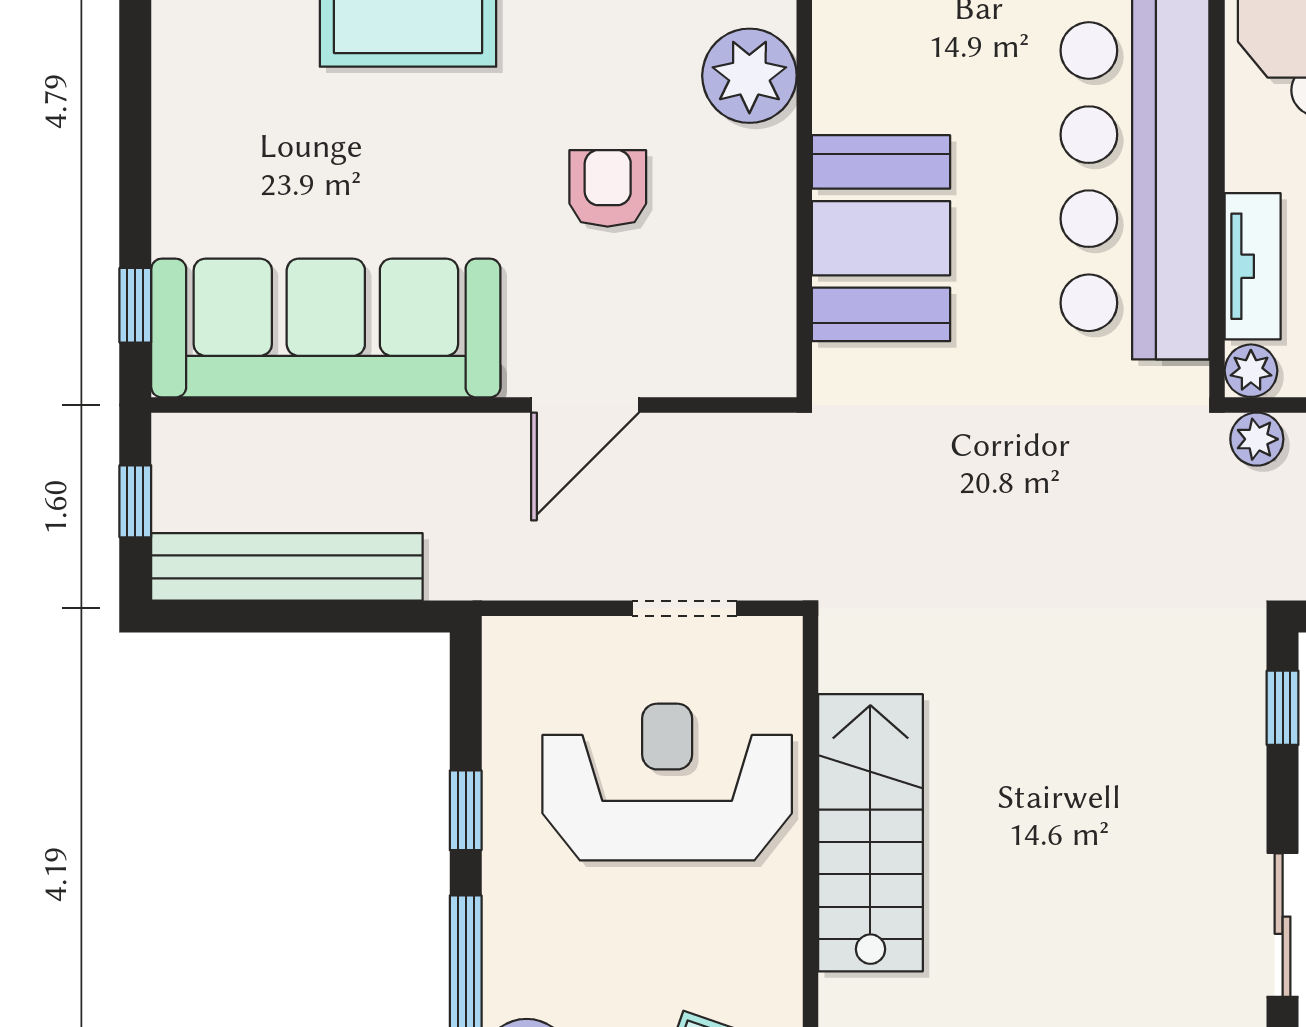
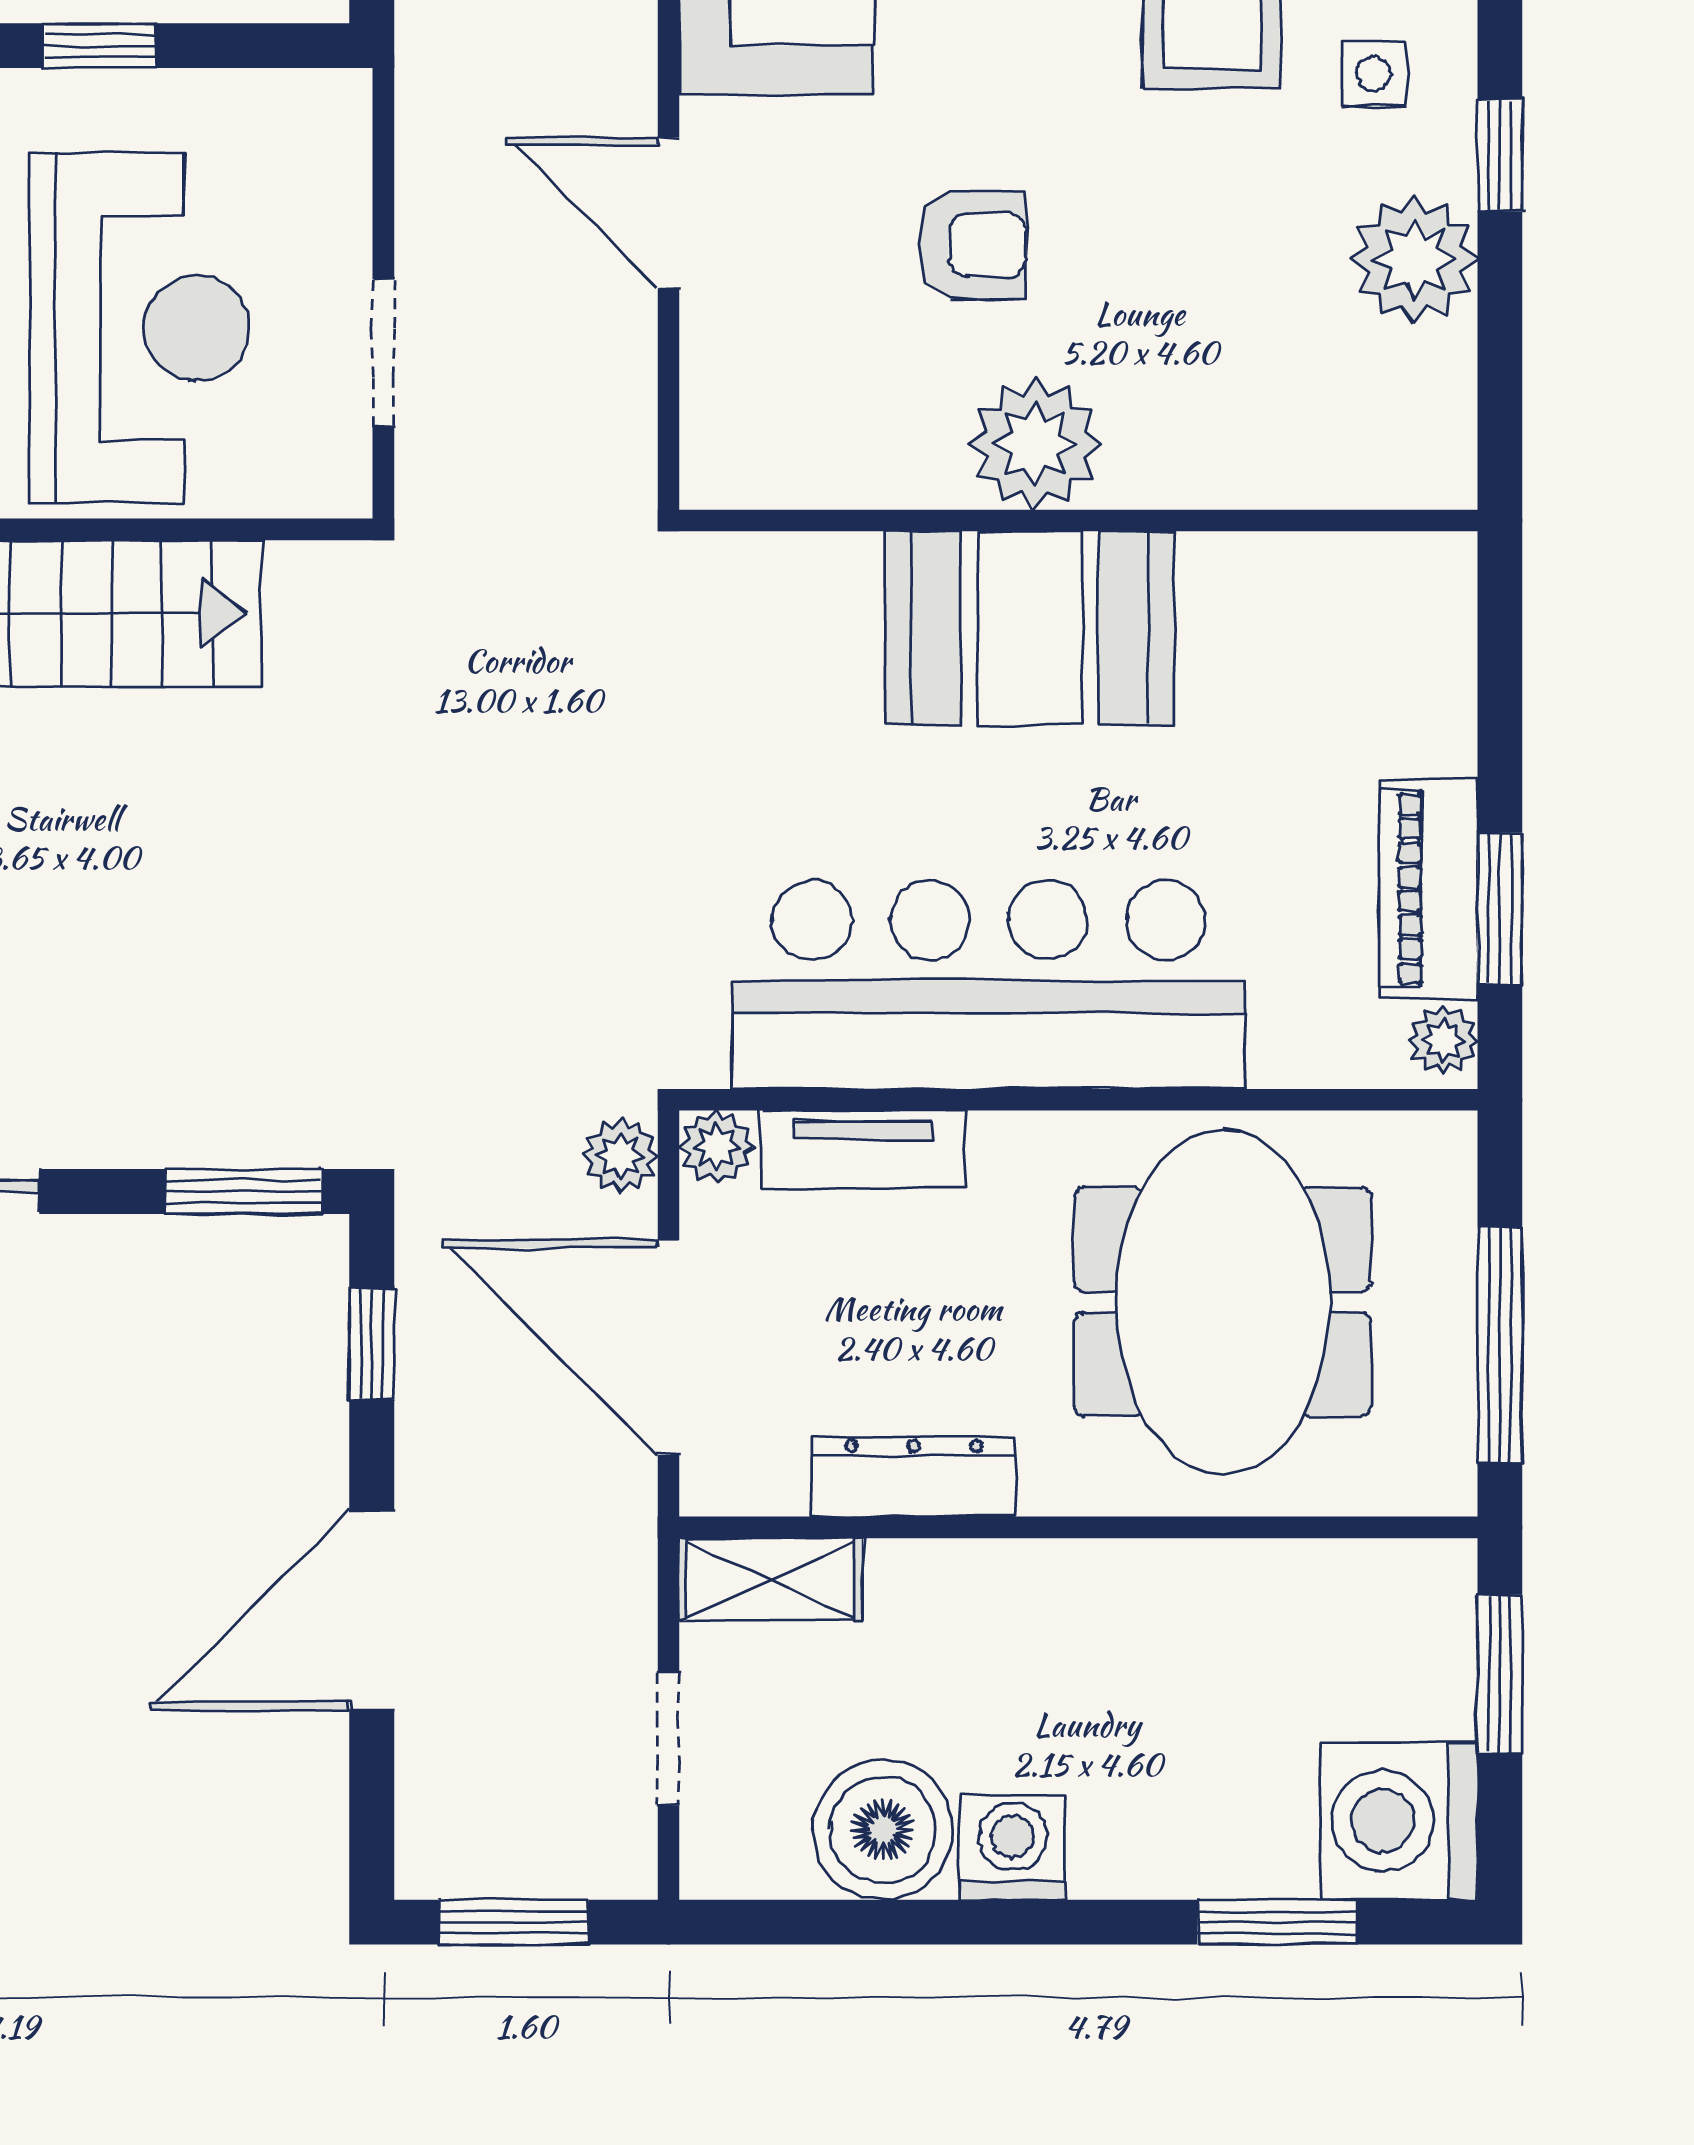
plant: (749, 76) -> (1035, 444), moved
booth: (881, 238) -> (1030, 628), moved
window: (1283, 708) -> (244, 1191), width x1.50

